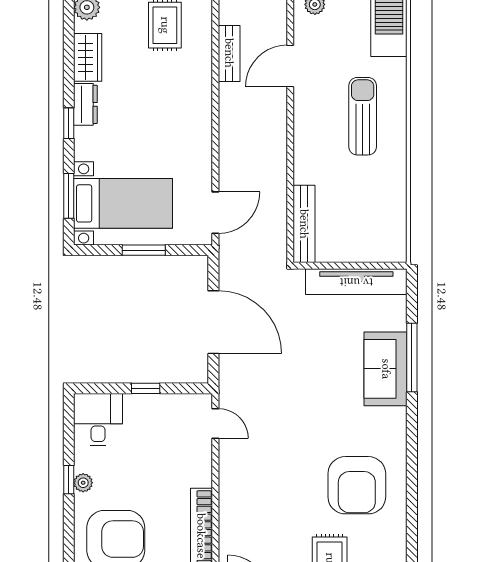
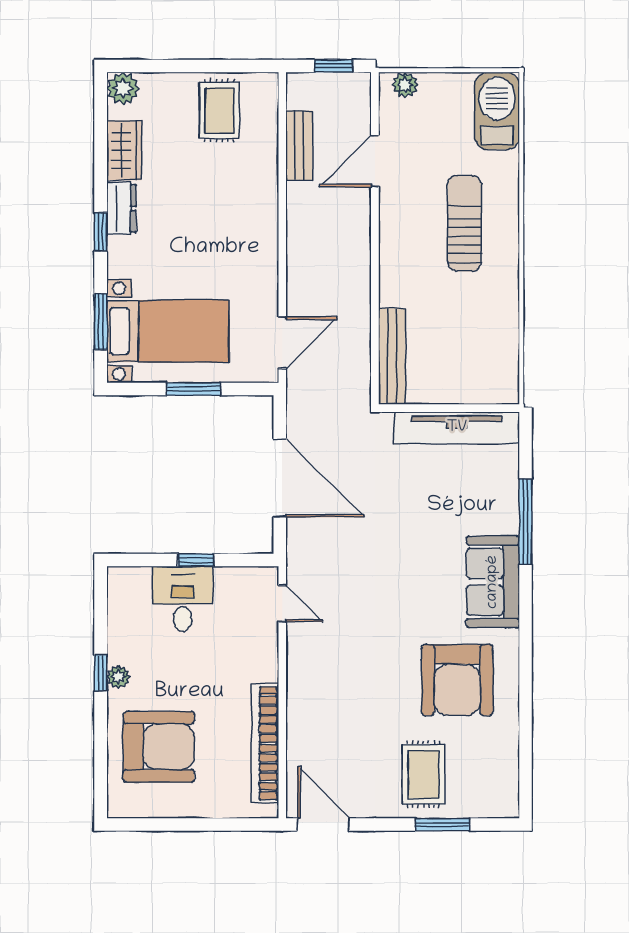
sofa: (386, 369) -> (493, 582), moved
desk: (98, 420) -> (183, 599), moved

